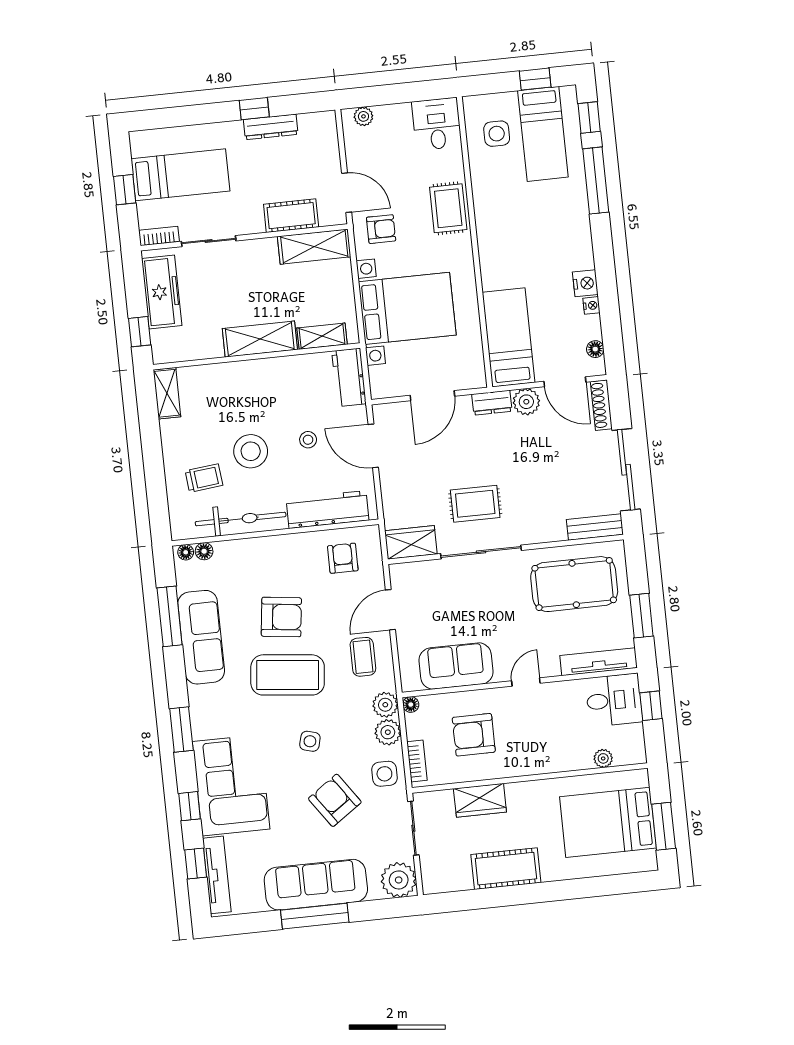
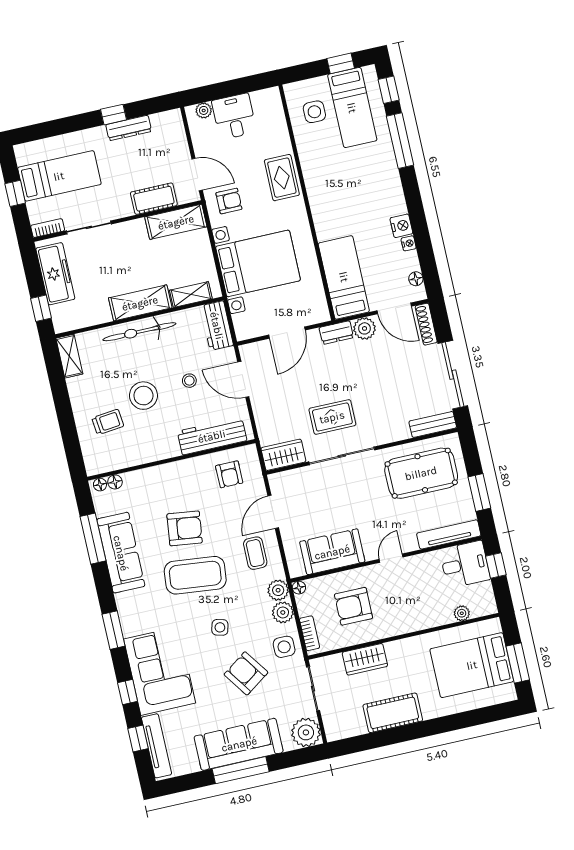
desk: (437, 124) -> (234, 116), moved
bicycle: (241, 519) -> (139, 332), moved, turned 180
armchair: (343, 558) -> (229, 474), turned 180

